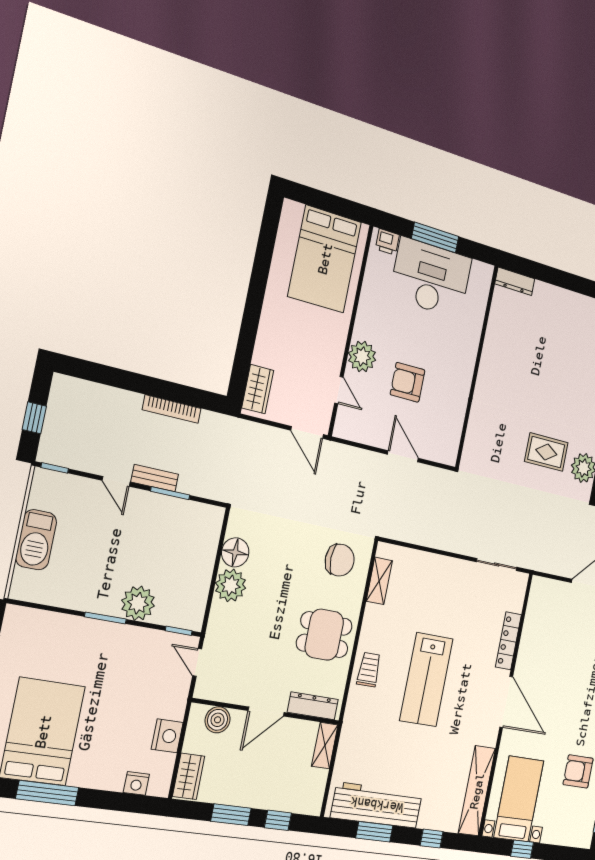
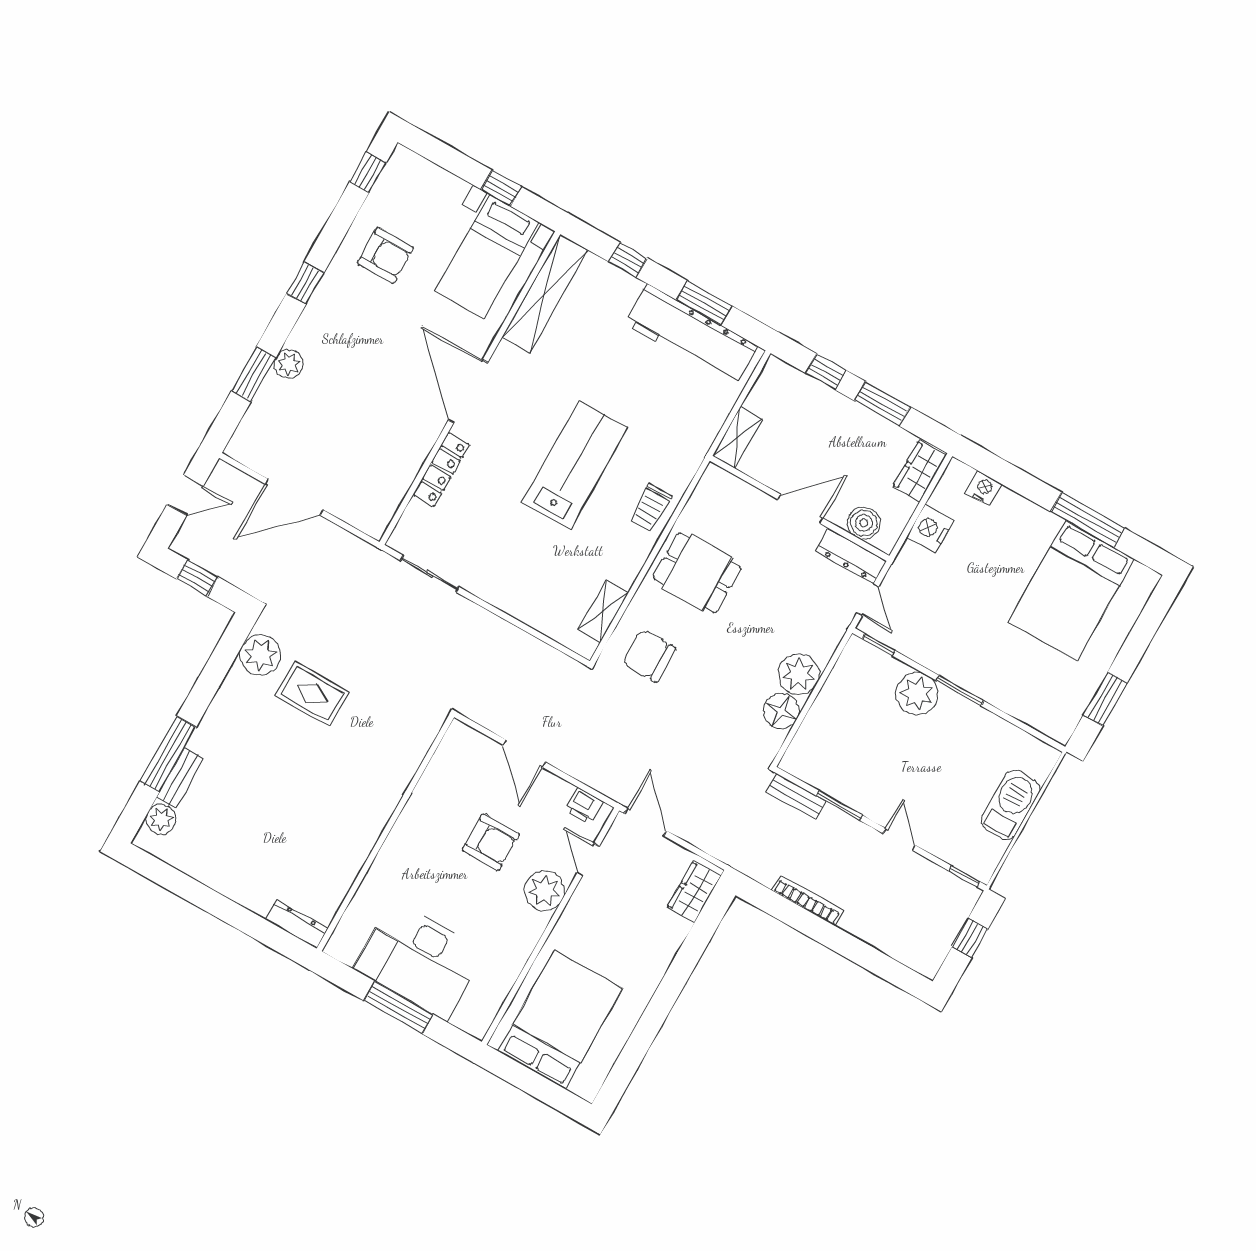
printer: (387, 242) -> (584, 806), moved, turned 180
bench: (155, 478) -> (796, 797), moved
dresser: (313, 706) -> (851, 556), moved

